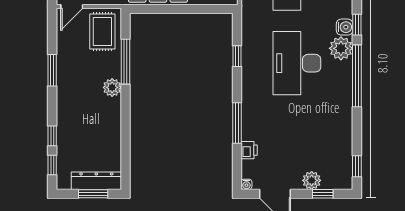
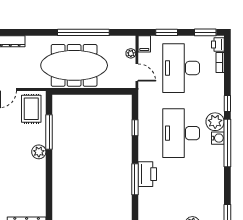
water cooler: (345, 27) -> (218, 138), moved
printer: (249, 150) -> (147, 174), moved, width x1.87, depth x1.48

